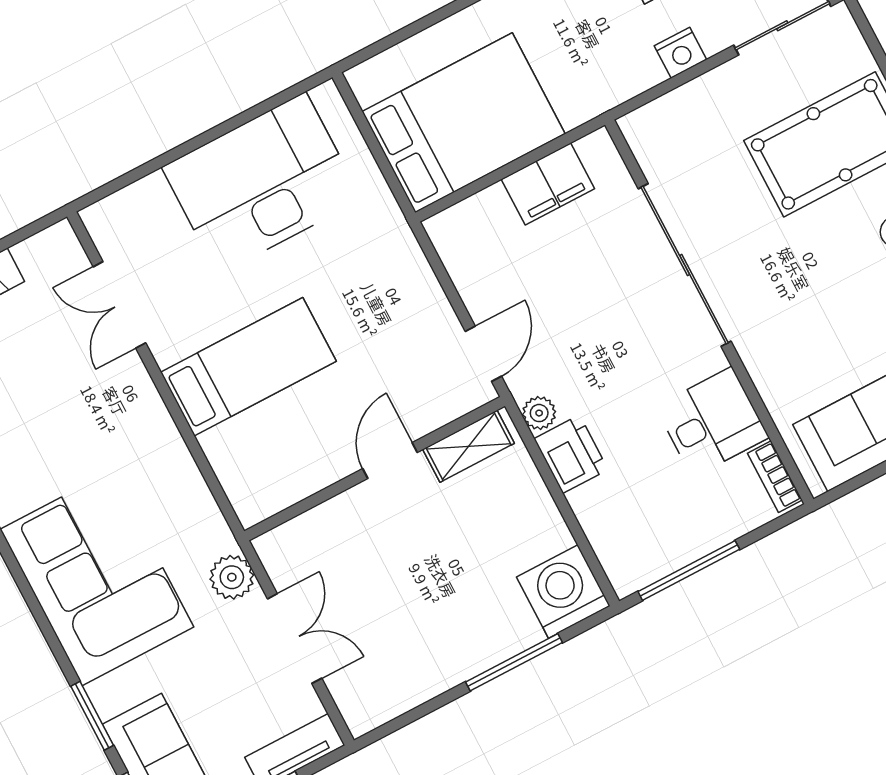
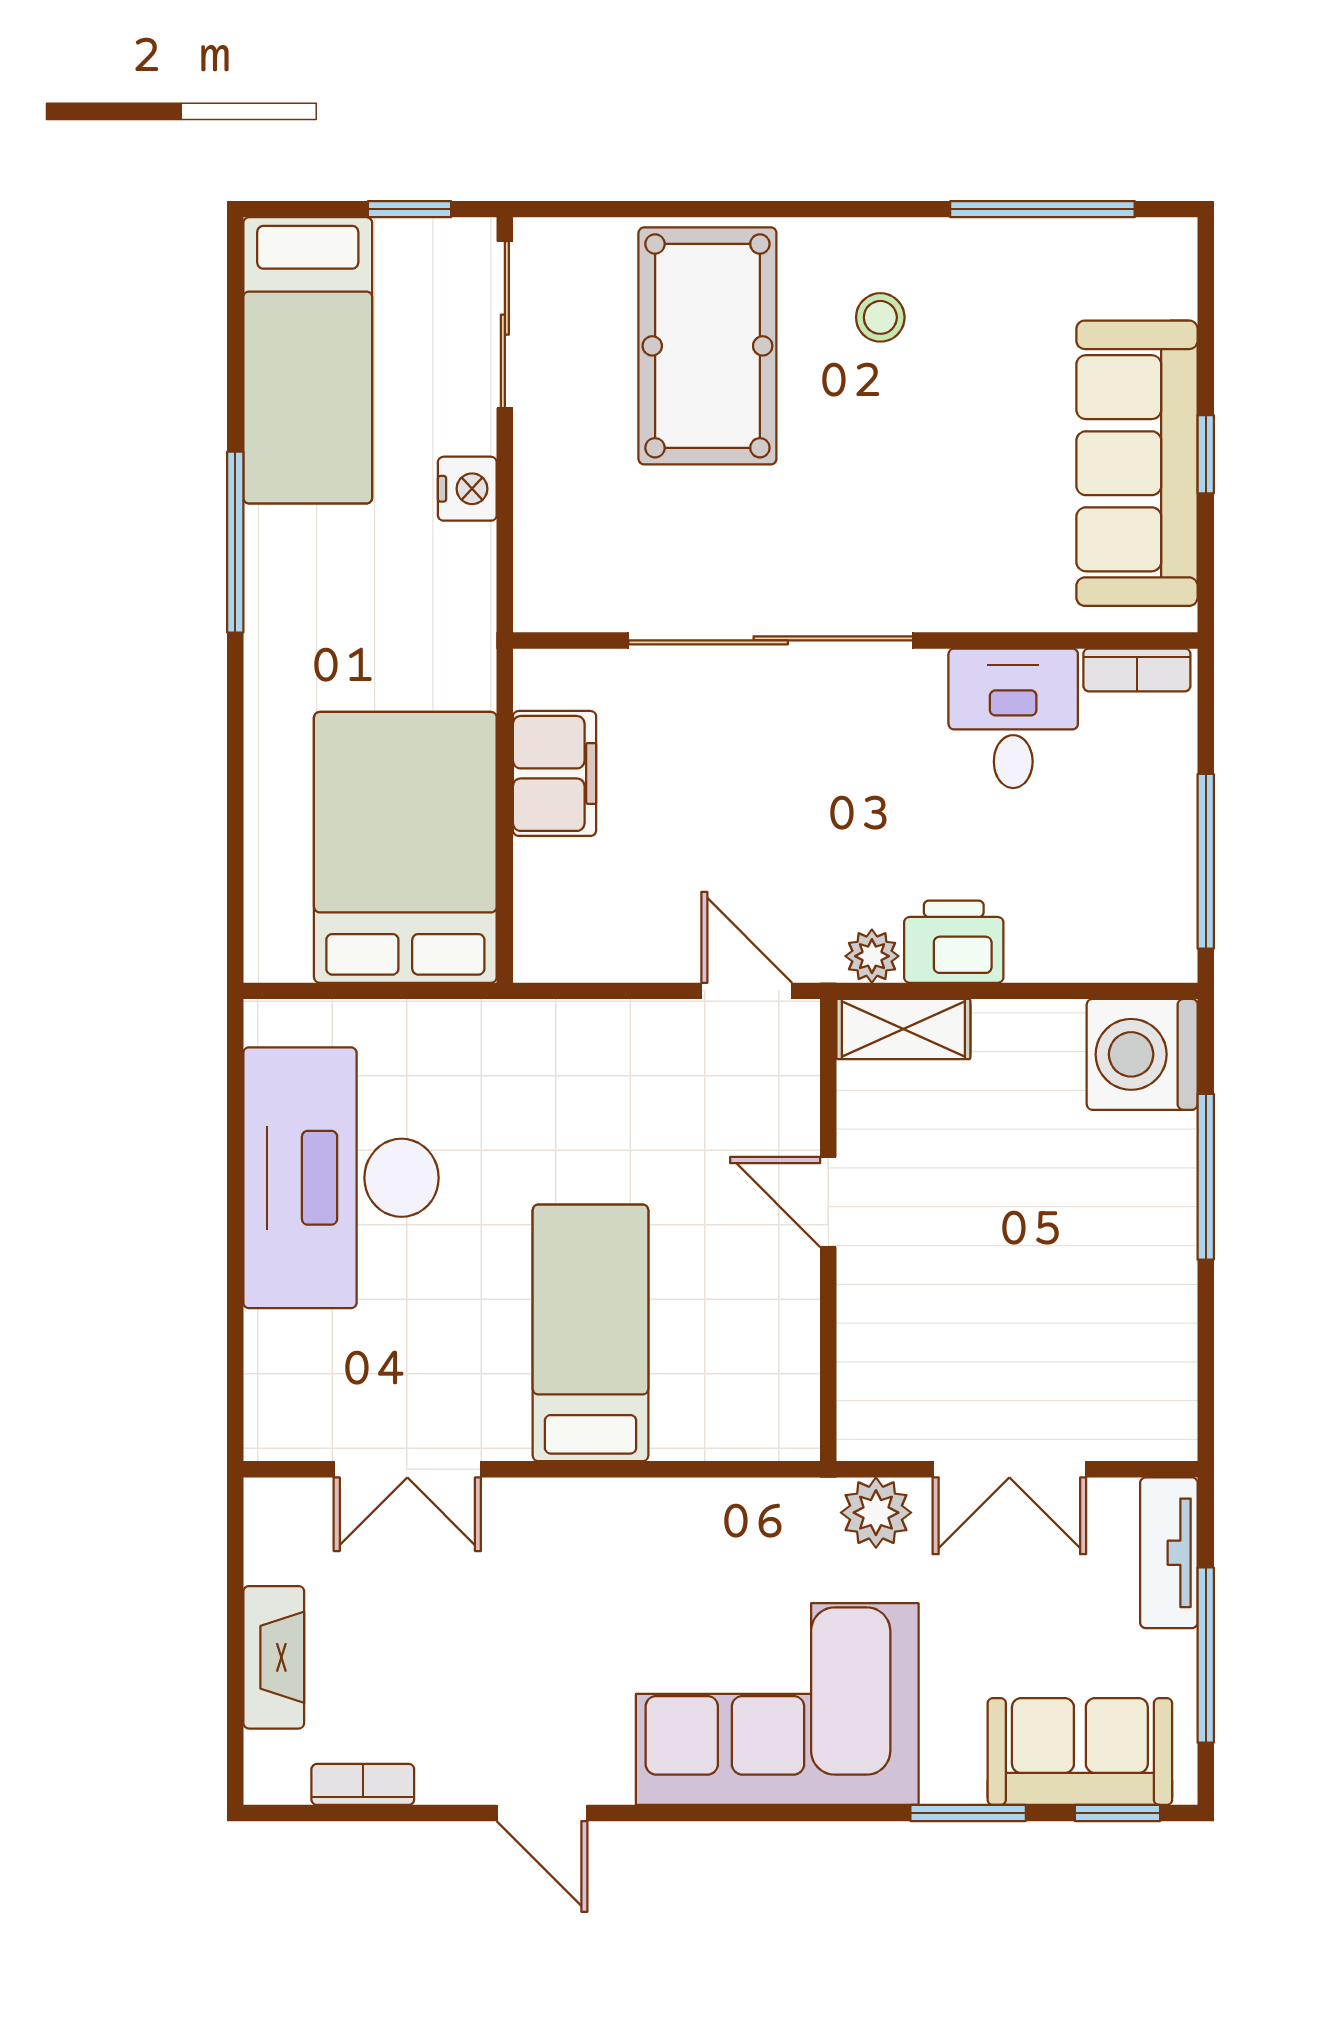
shelving: (469, 446) -> (903, 1029), moved, turned 90
double door: (295, 639) -> (1009, 1469), swing flipped

